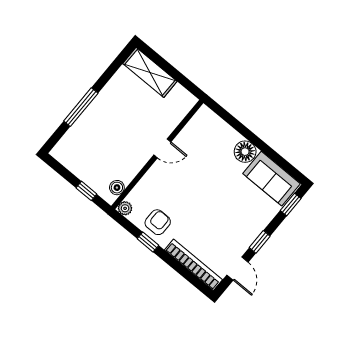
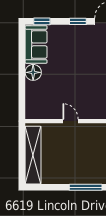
shelving: (150, 72) -> (33, 155), width x1.47

